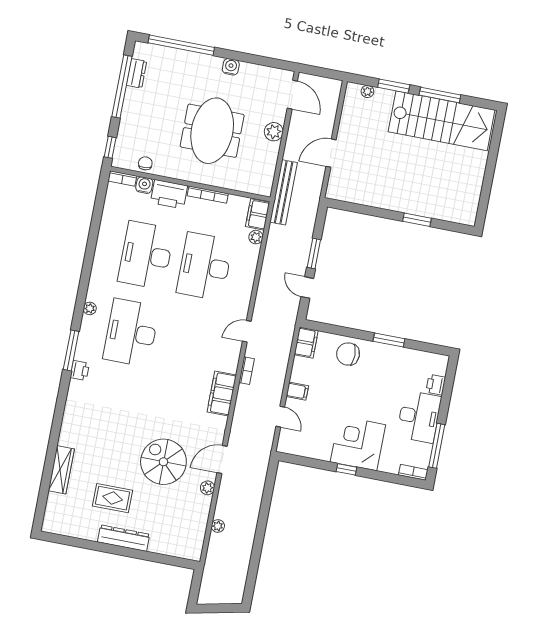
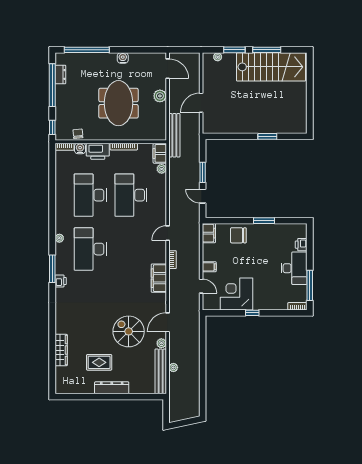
corner desk: (358, 443) -> (237, 294), moved
bench: (199, 528) -> (161, 371), added

